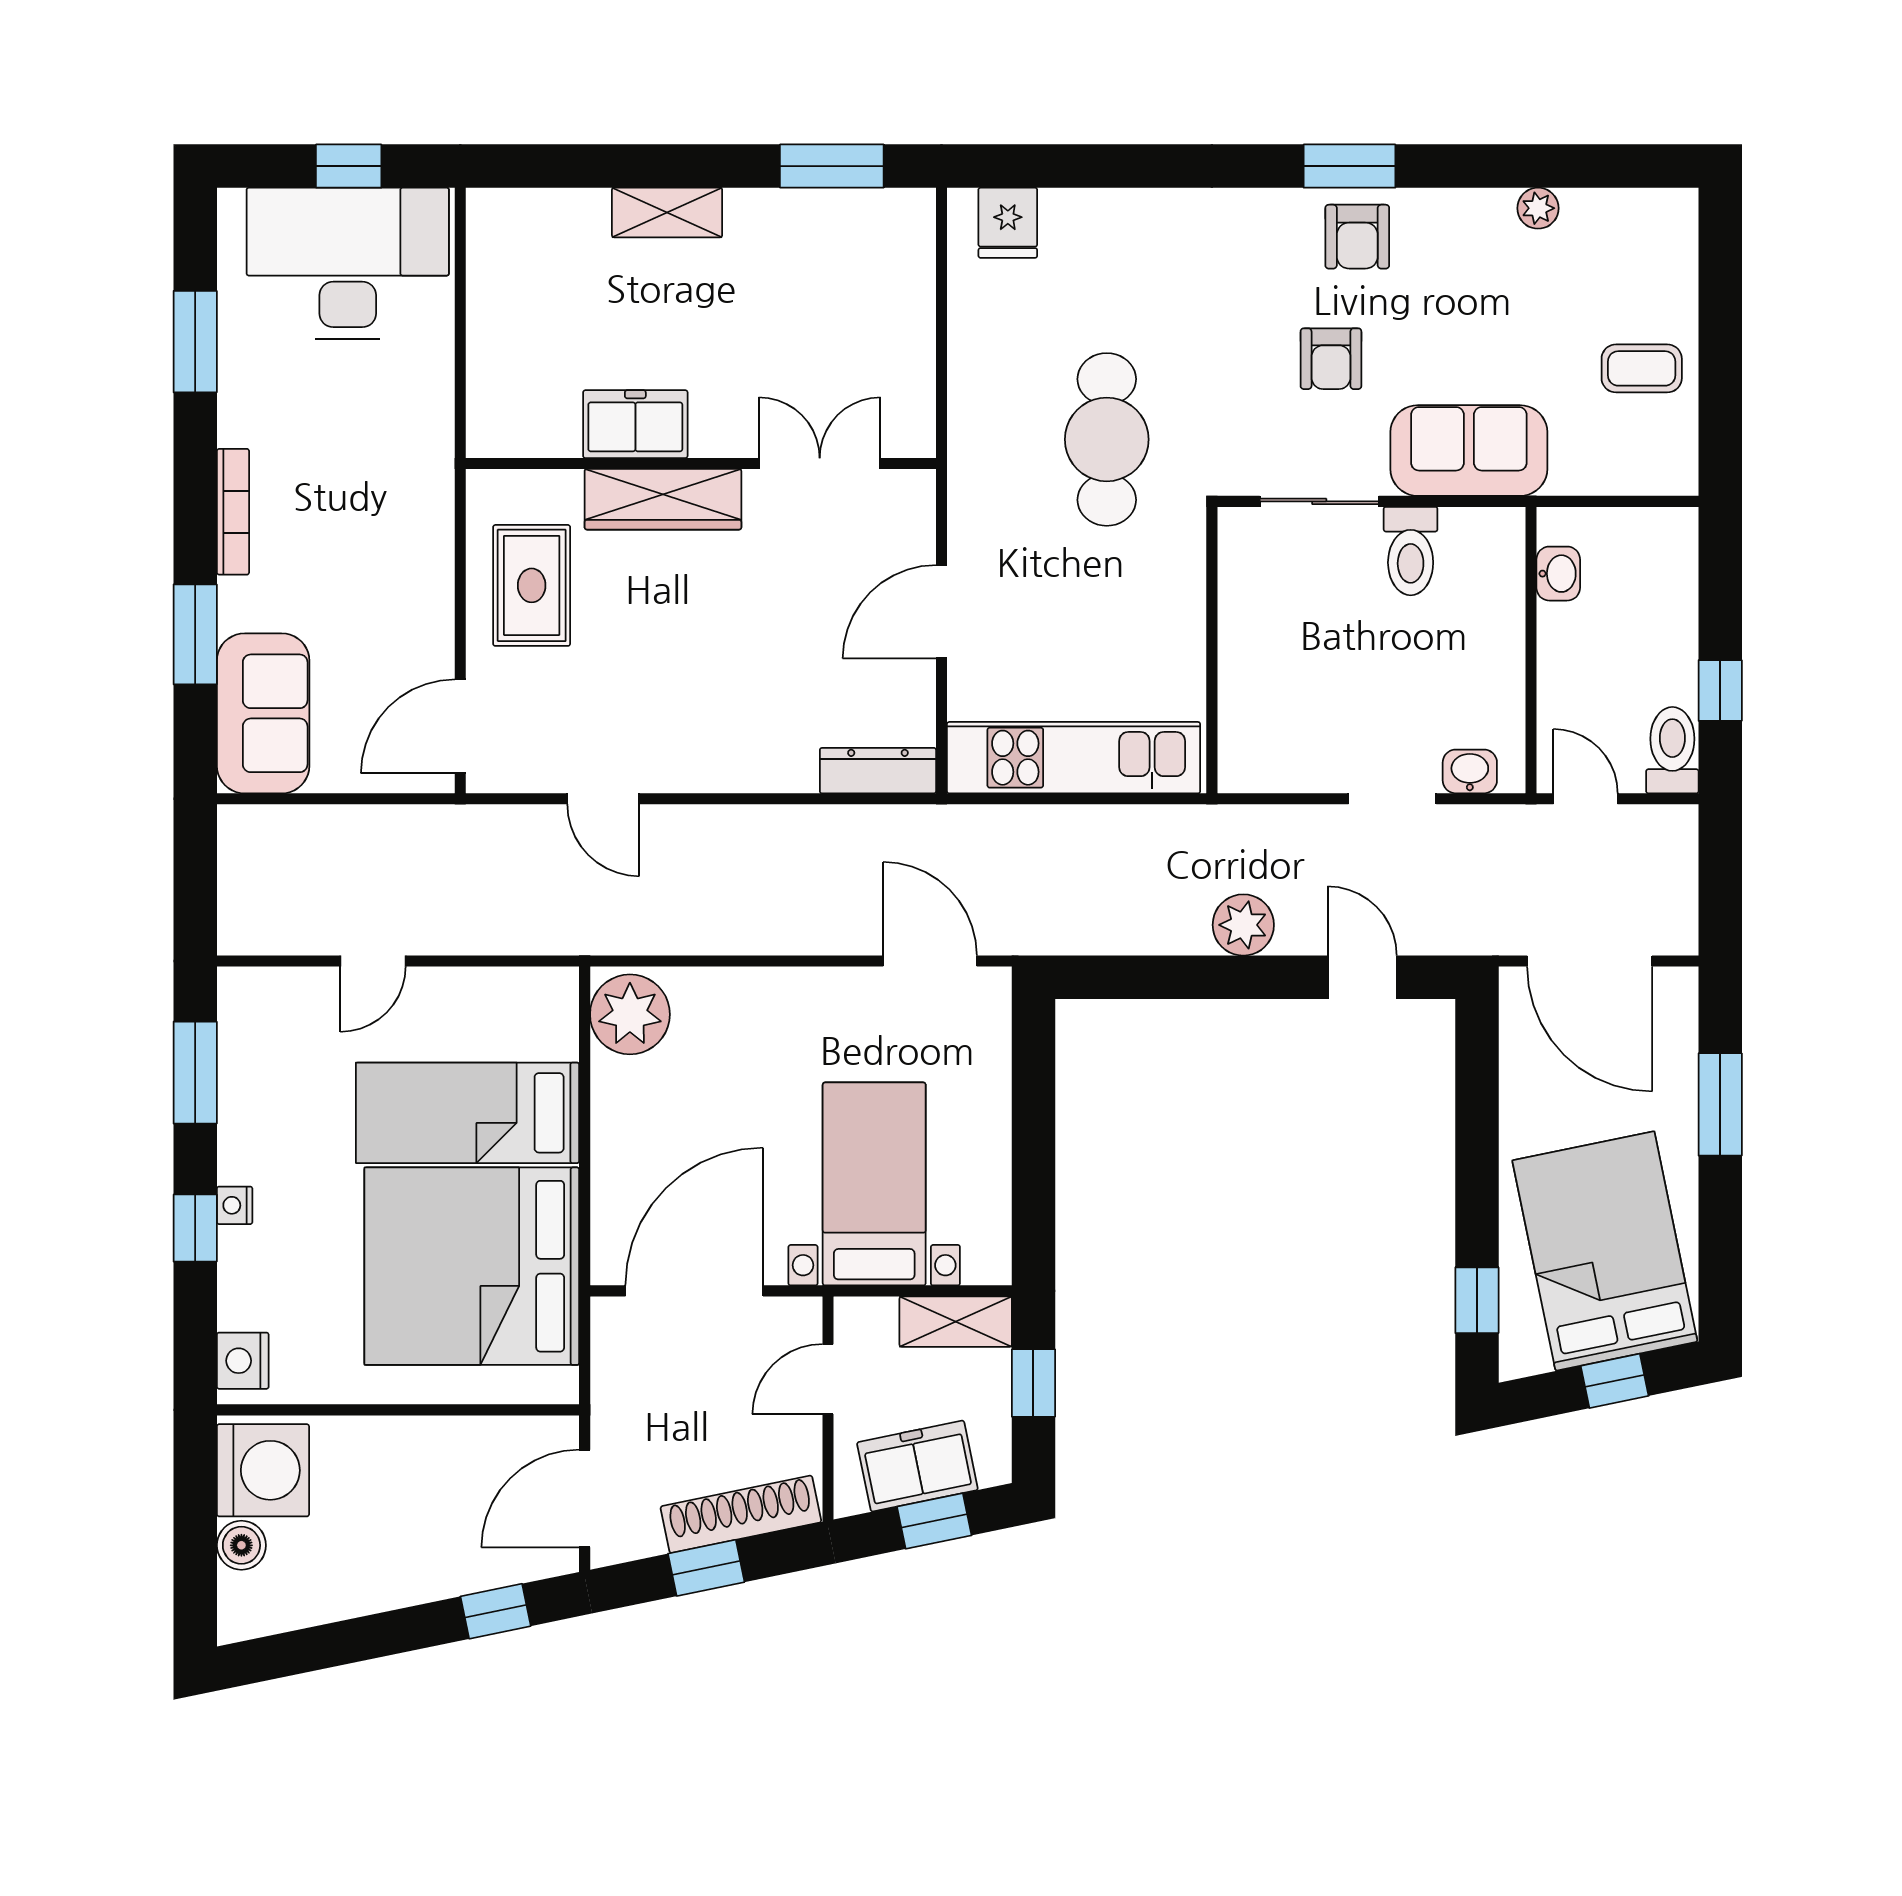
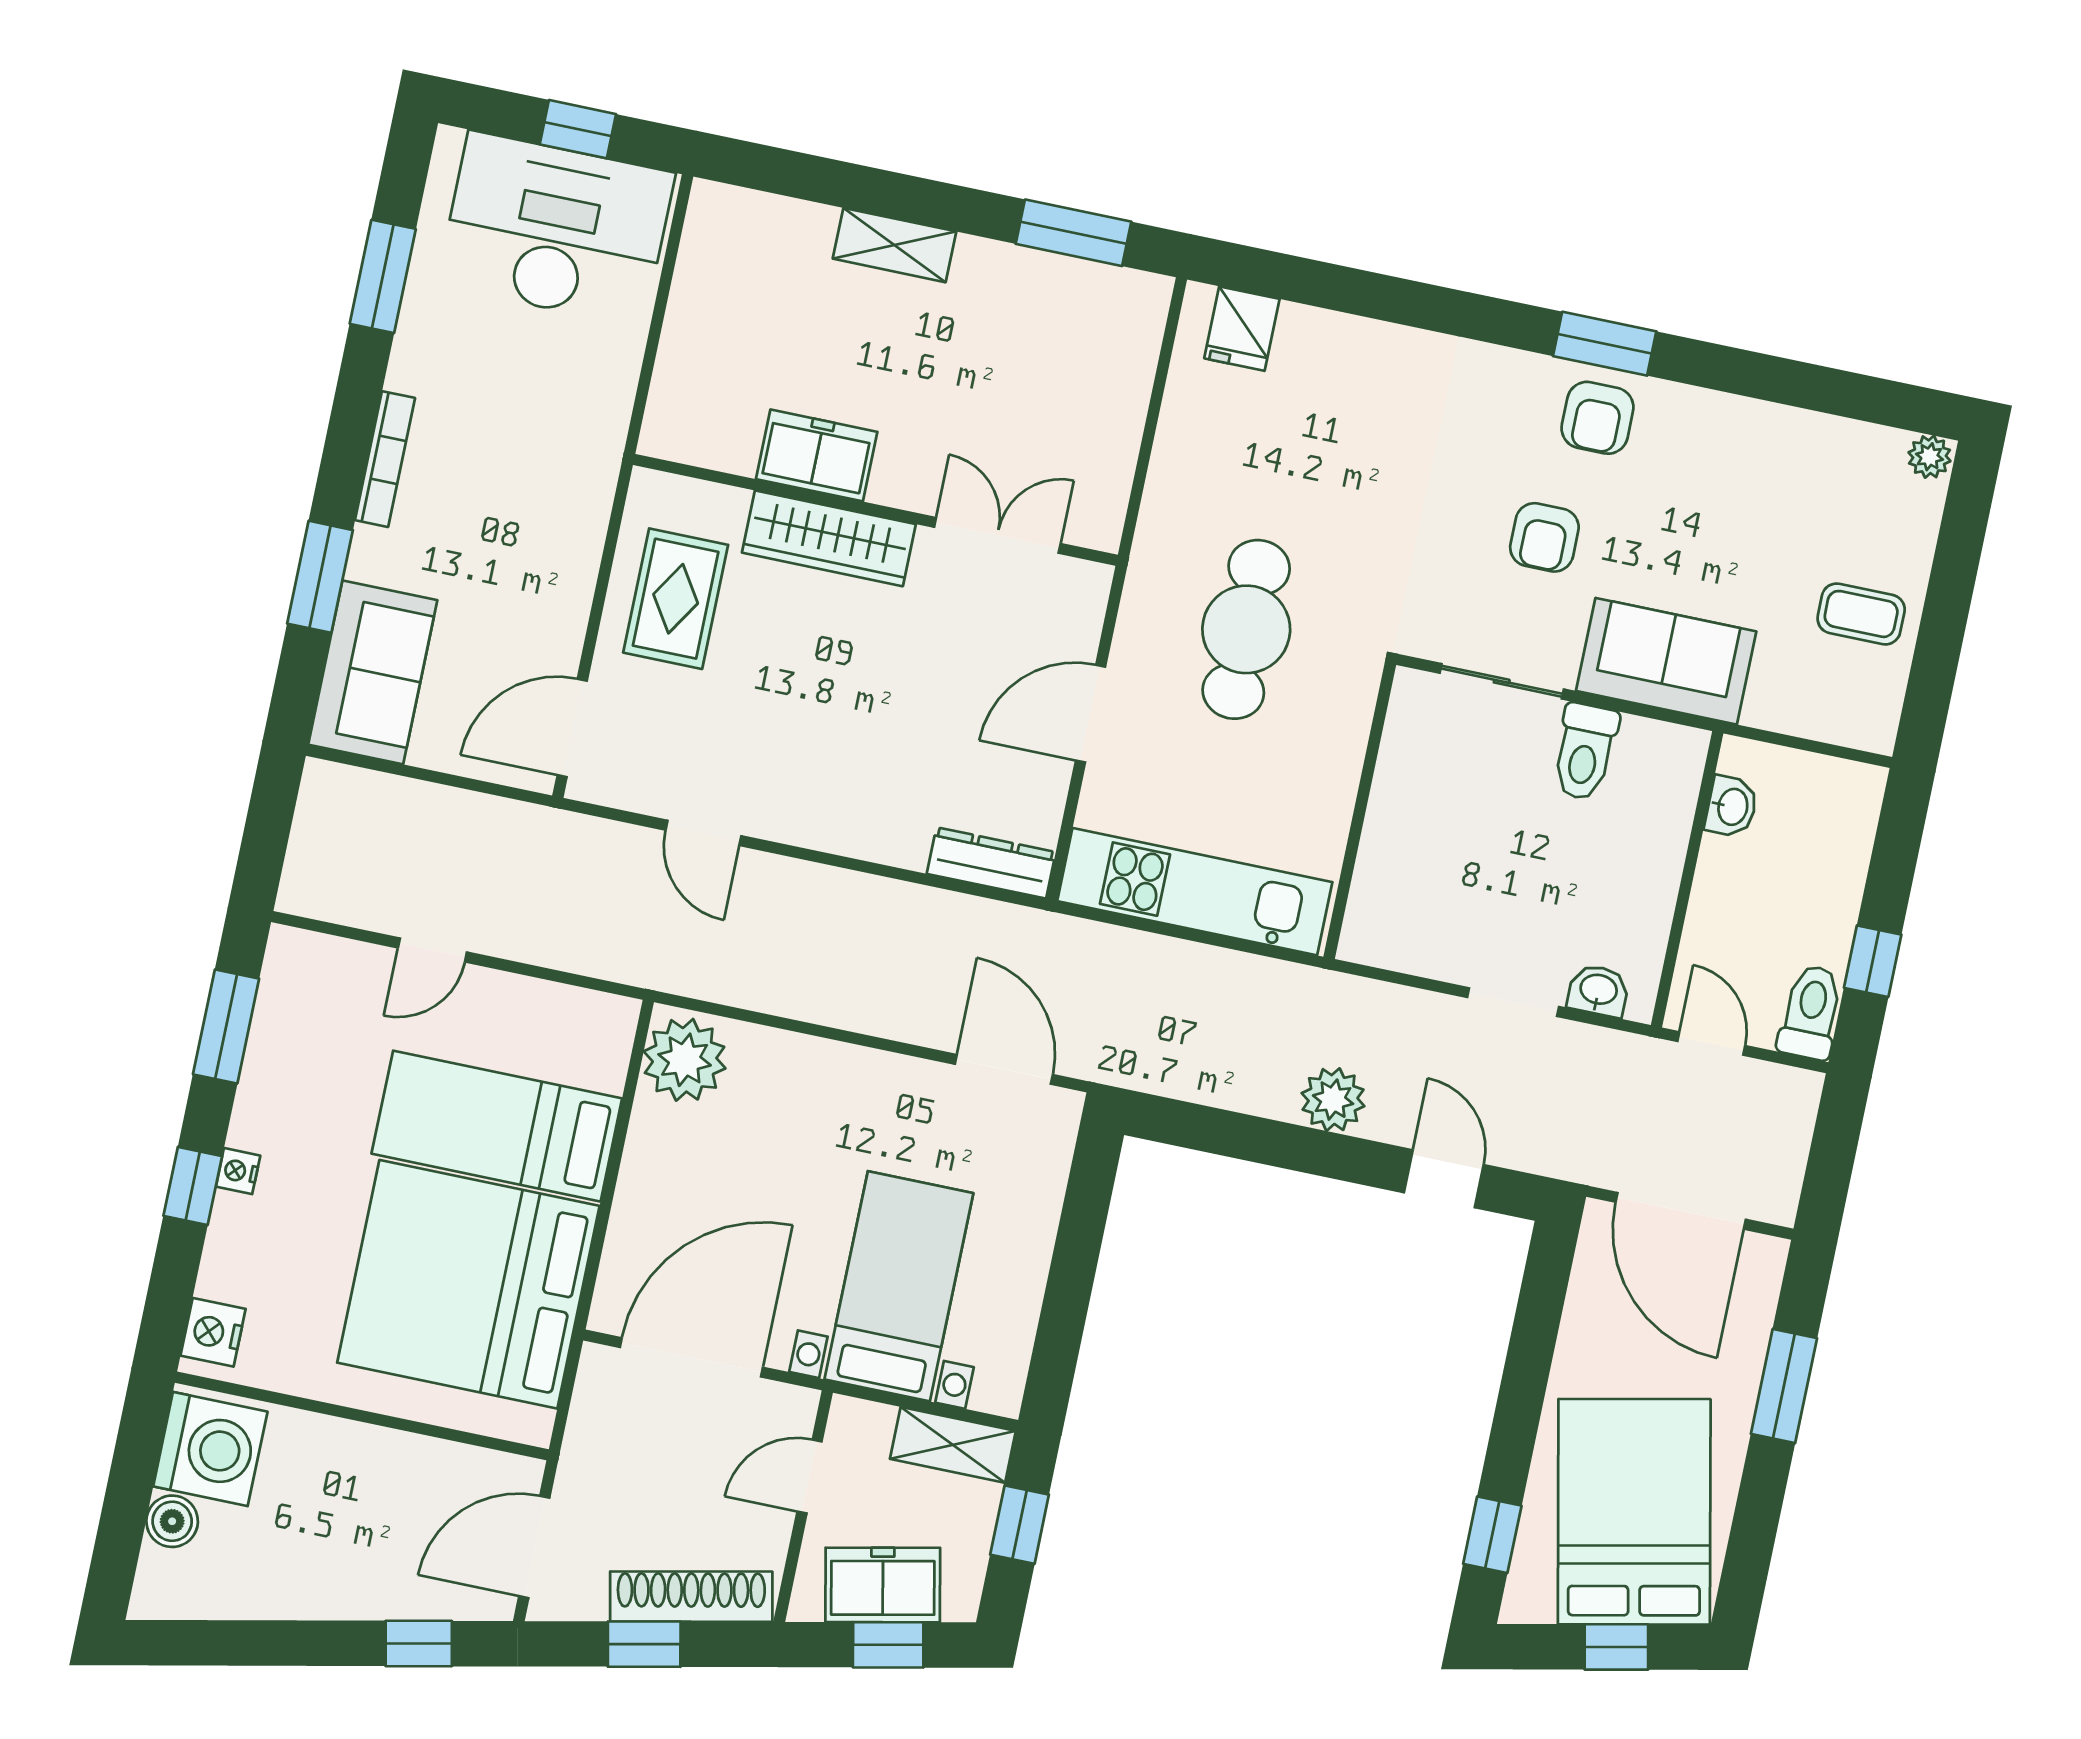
plant: (1538, 208) -> (1929, 457), moved
cafe table: (1107, 439) -> (1246, 629), moved

